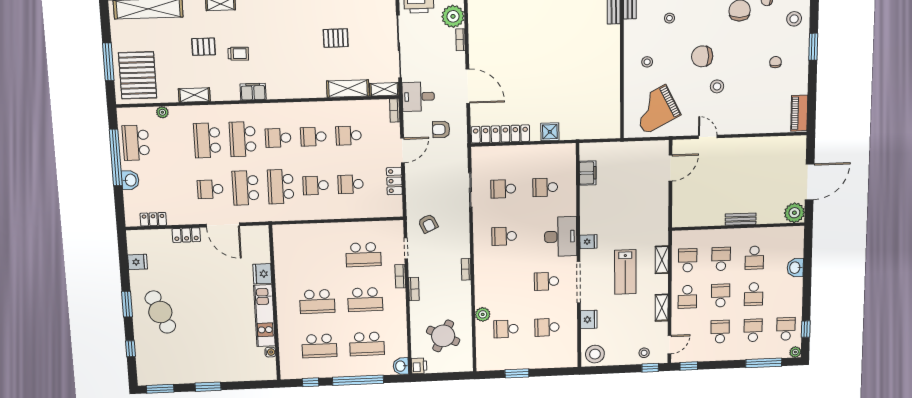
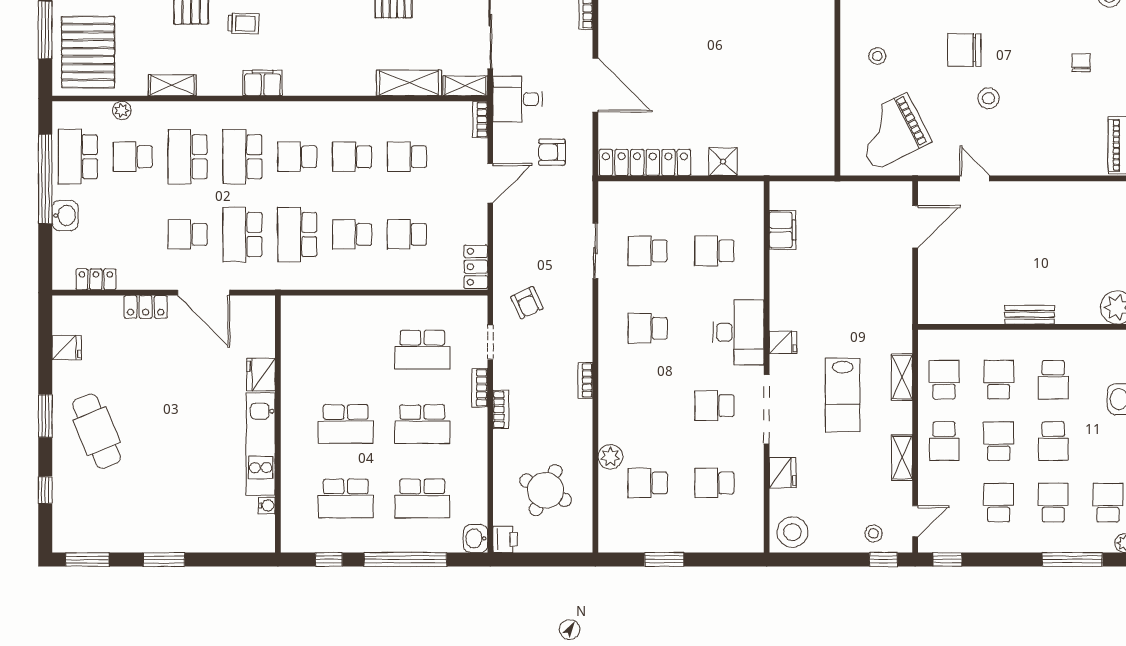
school desk: (172, 142) -> (133, 157), added
locker: (394, 181) -> (476, 267), moved

